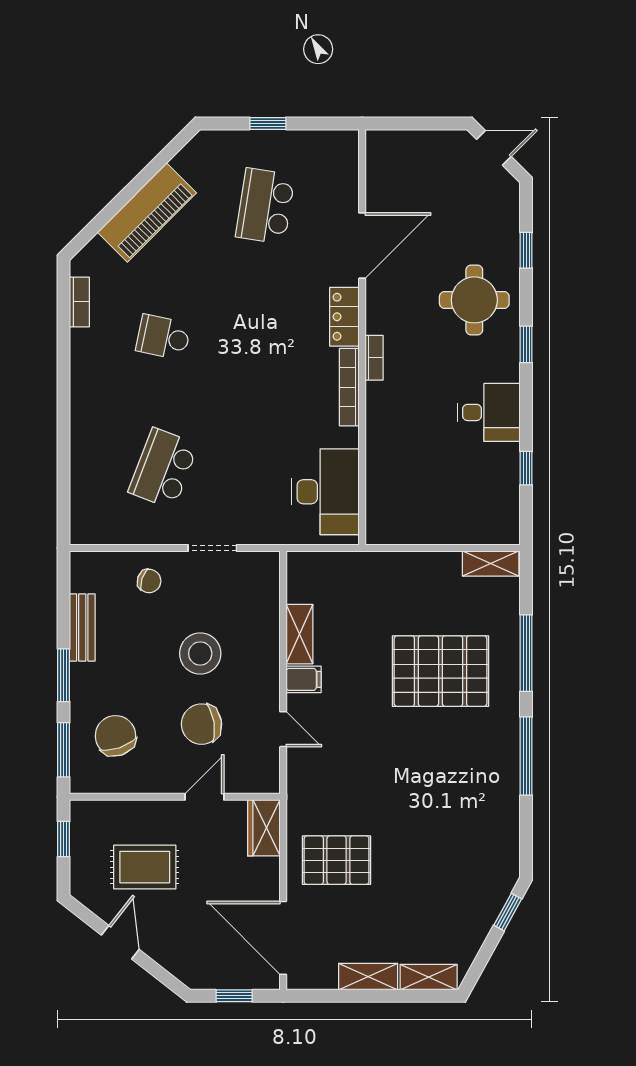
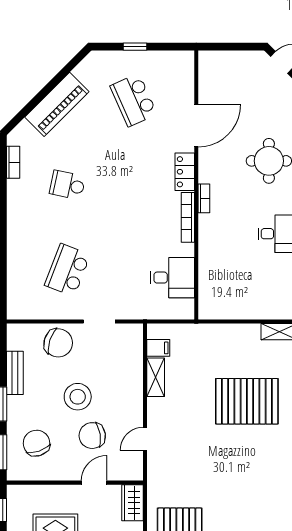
school desk: (265, 206) -> (133, 100), turned -33
desk: (325, 492) -> (172, 278), width x0.73
chair: (149, 581) -> (58, 343), width x1.87, depth x1.87
stool: (200, 653) -> (78, 397), moved
filing cabinet: (304, 679) -> (158, 348), moved
door: (283, 729) -> (145, 439), swing flipped

